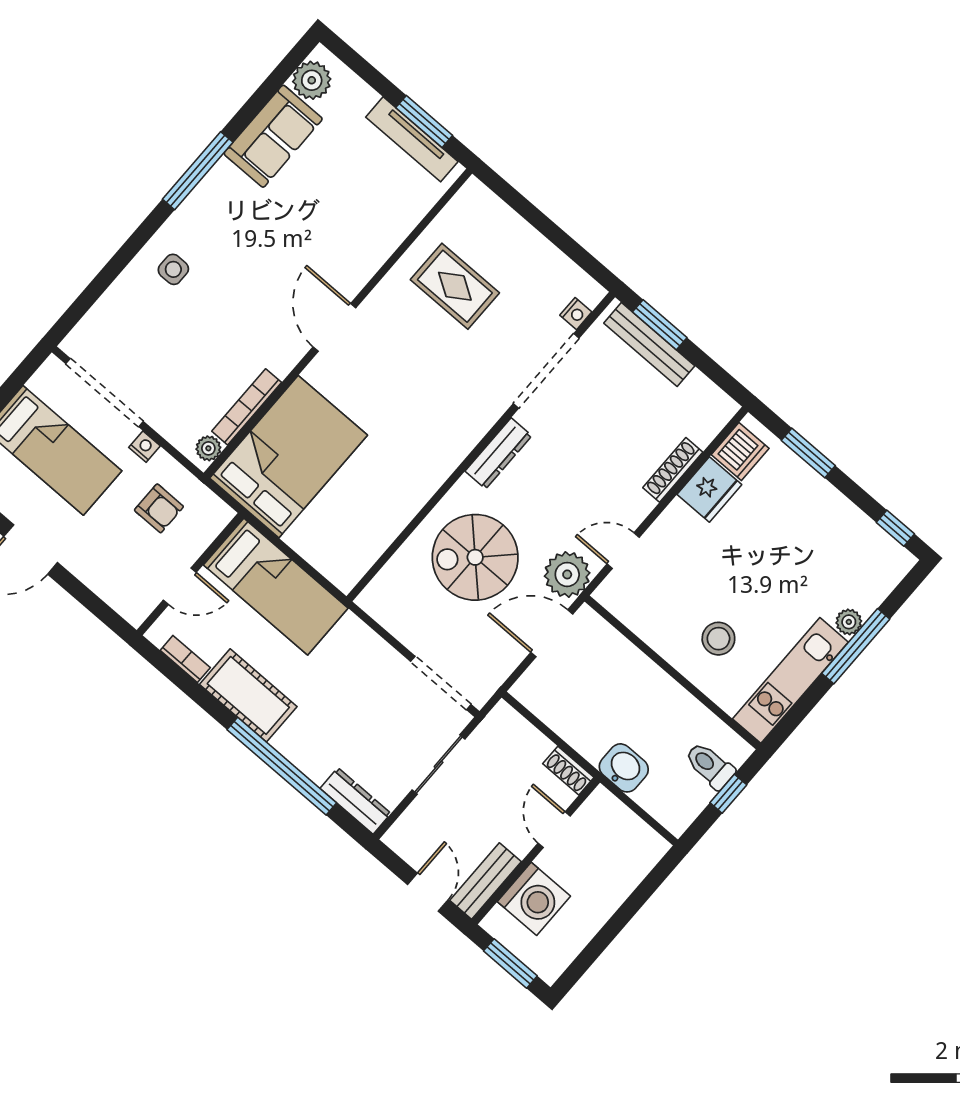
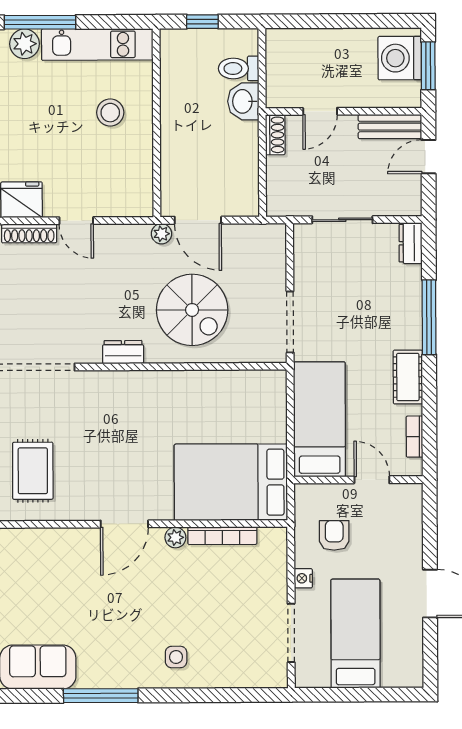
doorway: (104, 393) -> (291, 633), width x0.73
plant: (208, 448) -> (175, 537), moved
dresser: (498, 453) -> (123, 352), width x0.70
door: (623, 551) -> (76, 221), moved
plant: (567, 574) -> (161, 234), width x0.53, depth x0.53
plant: (849, 622) -> (25, 44), width x1.38, depth x1.38
doorway: (441, 683) -> (290, 322), moved
cot: (248, 695) -> (408, 377), width x0.73, depth x0.75
window: (282, 766) -> (429, 317), width x0.68
toilet: (710, 766) -> (239, 68), moved, turned 90
dresser: (355, 801) -> (411, 243), width x0.70
washing machine: (534, 899) -> (400, 58), moved, turned -90

